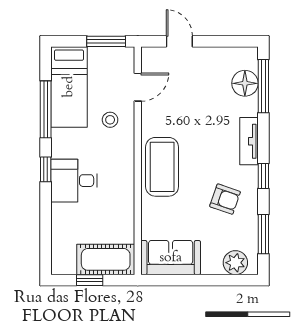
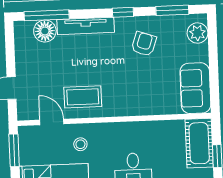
tv unit: (249, 141) -> (86, 26), width x1.41
coffee table: (162, 167) -> (83, 97), moved, width x0.73, depth x0.76

